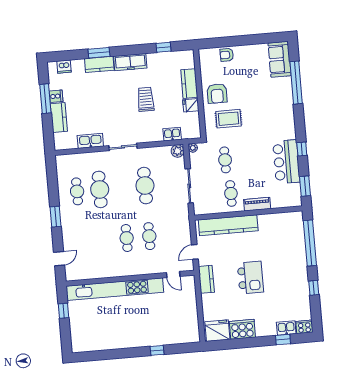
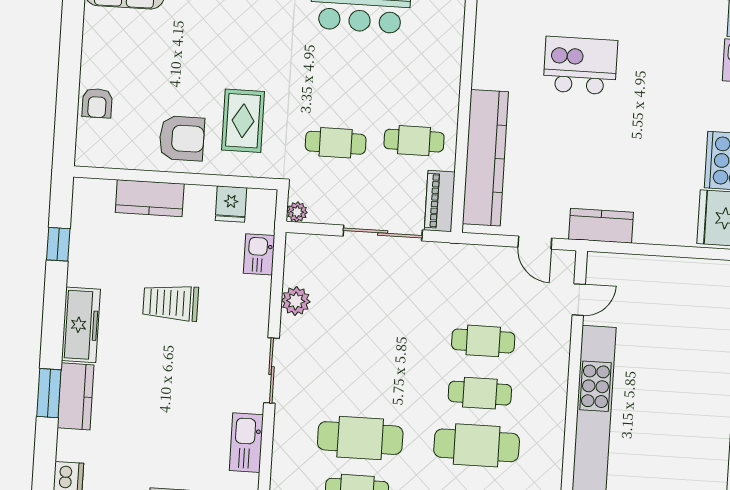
fridge: (191, 105) -> (231, 204), moved
plant: (178, 151) -> (296, 301), moved
cafe table: (145, 186) -> (477, 445), moved
piano: (257, 204) -> (440, 201), moved
kitchen island: (250, 278) -> (580, 66), moved

